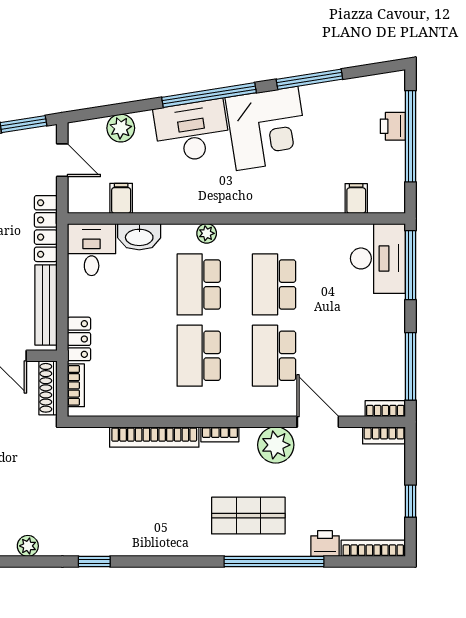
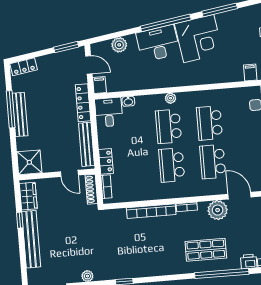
filing cabinet: (121, 198) -> (99, 85), moved
washbasin: (139, 237) -> (128, 101), width x0.52, depth x0.69

